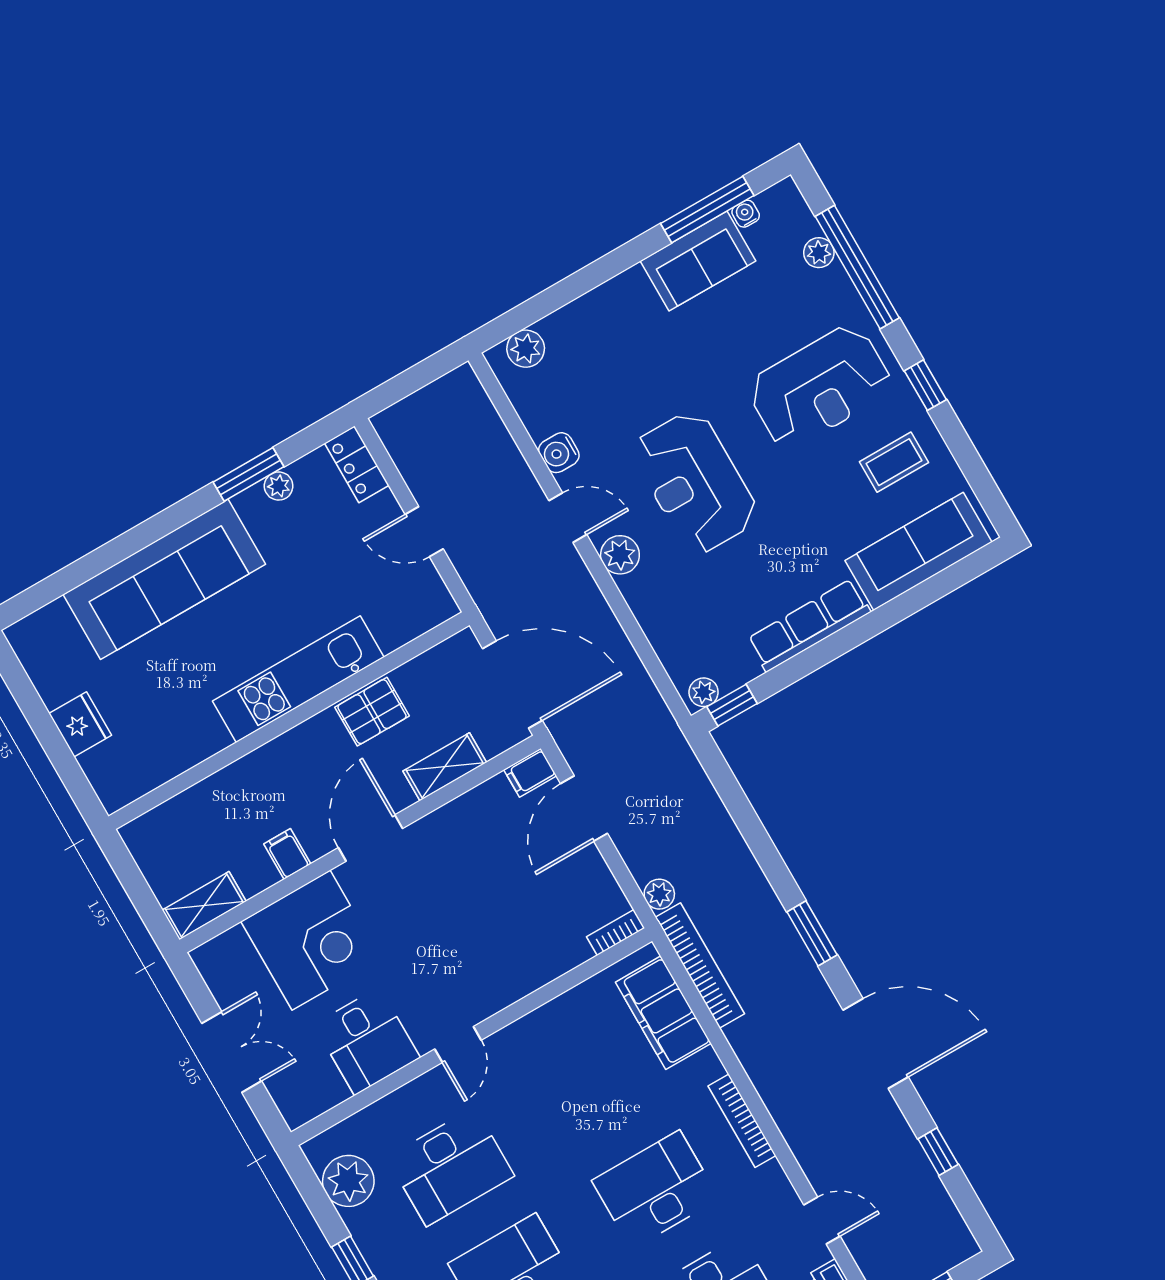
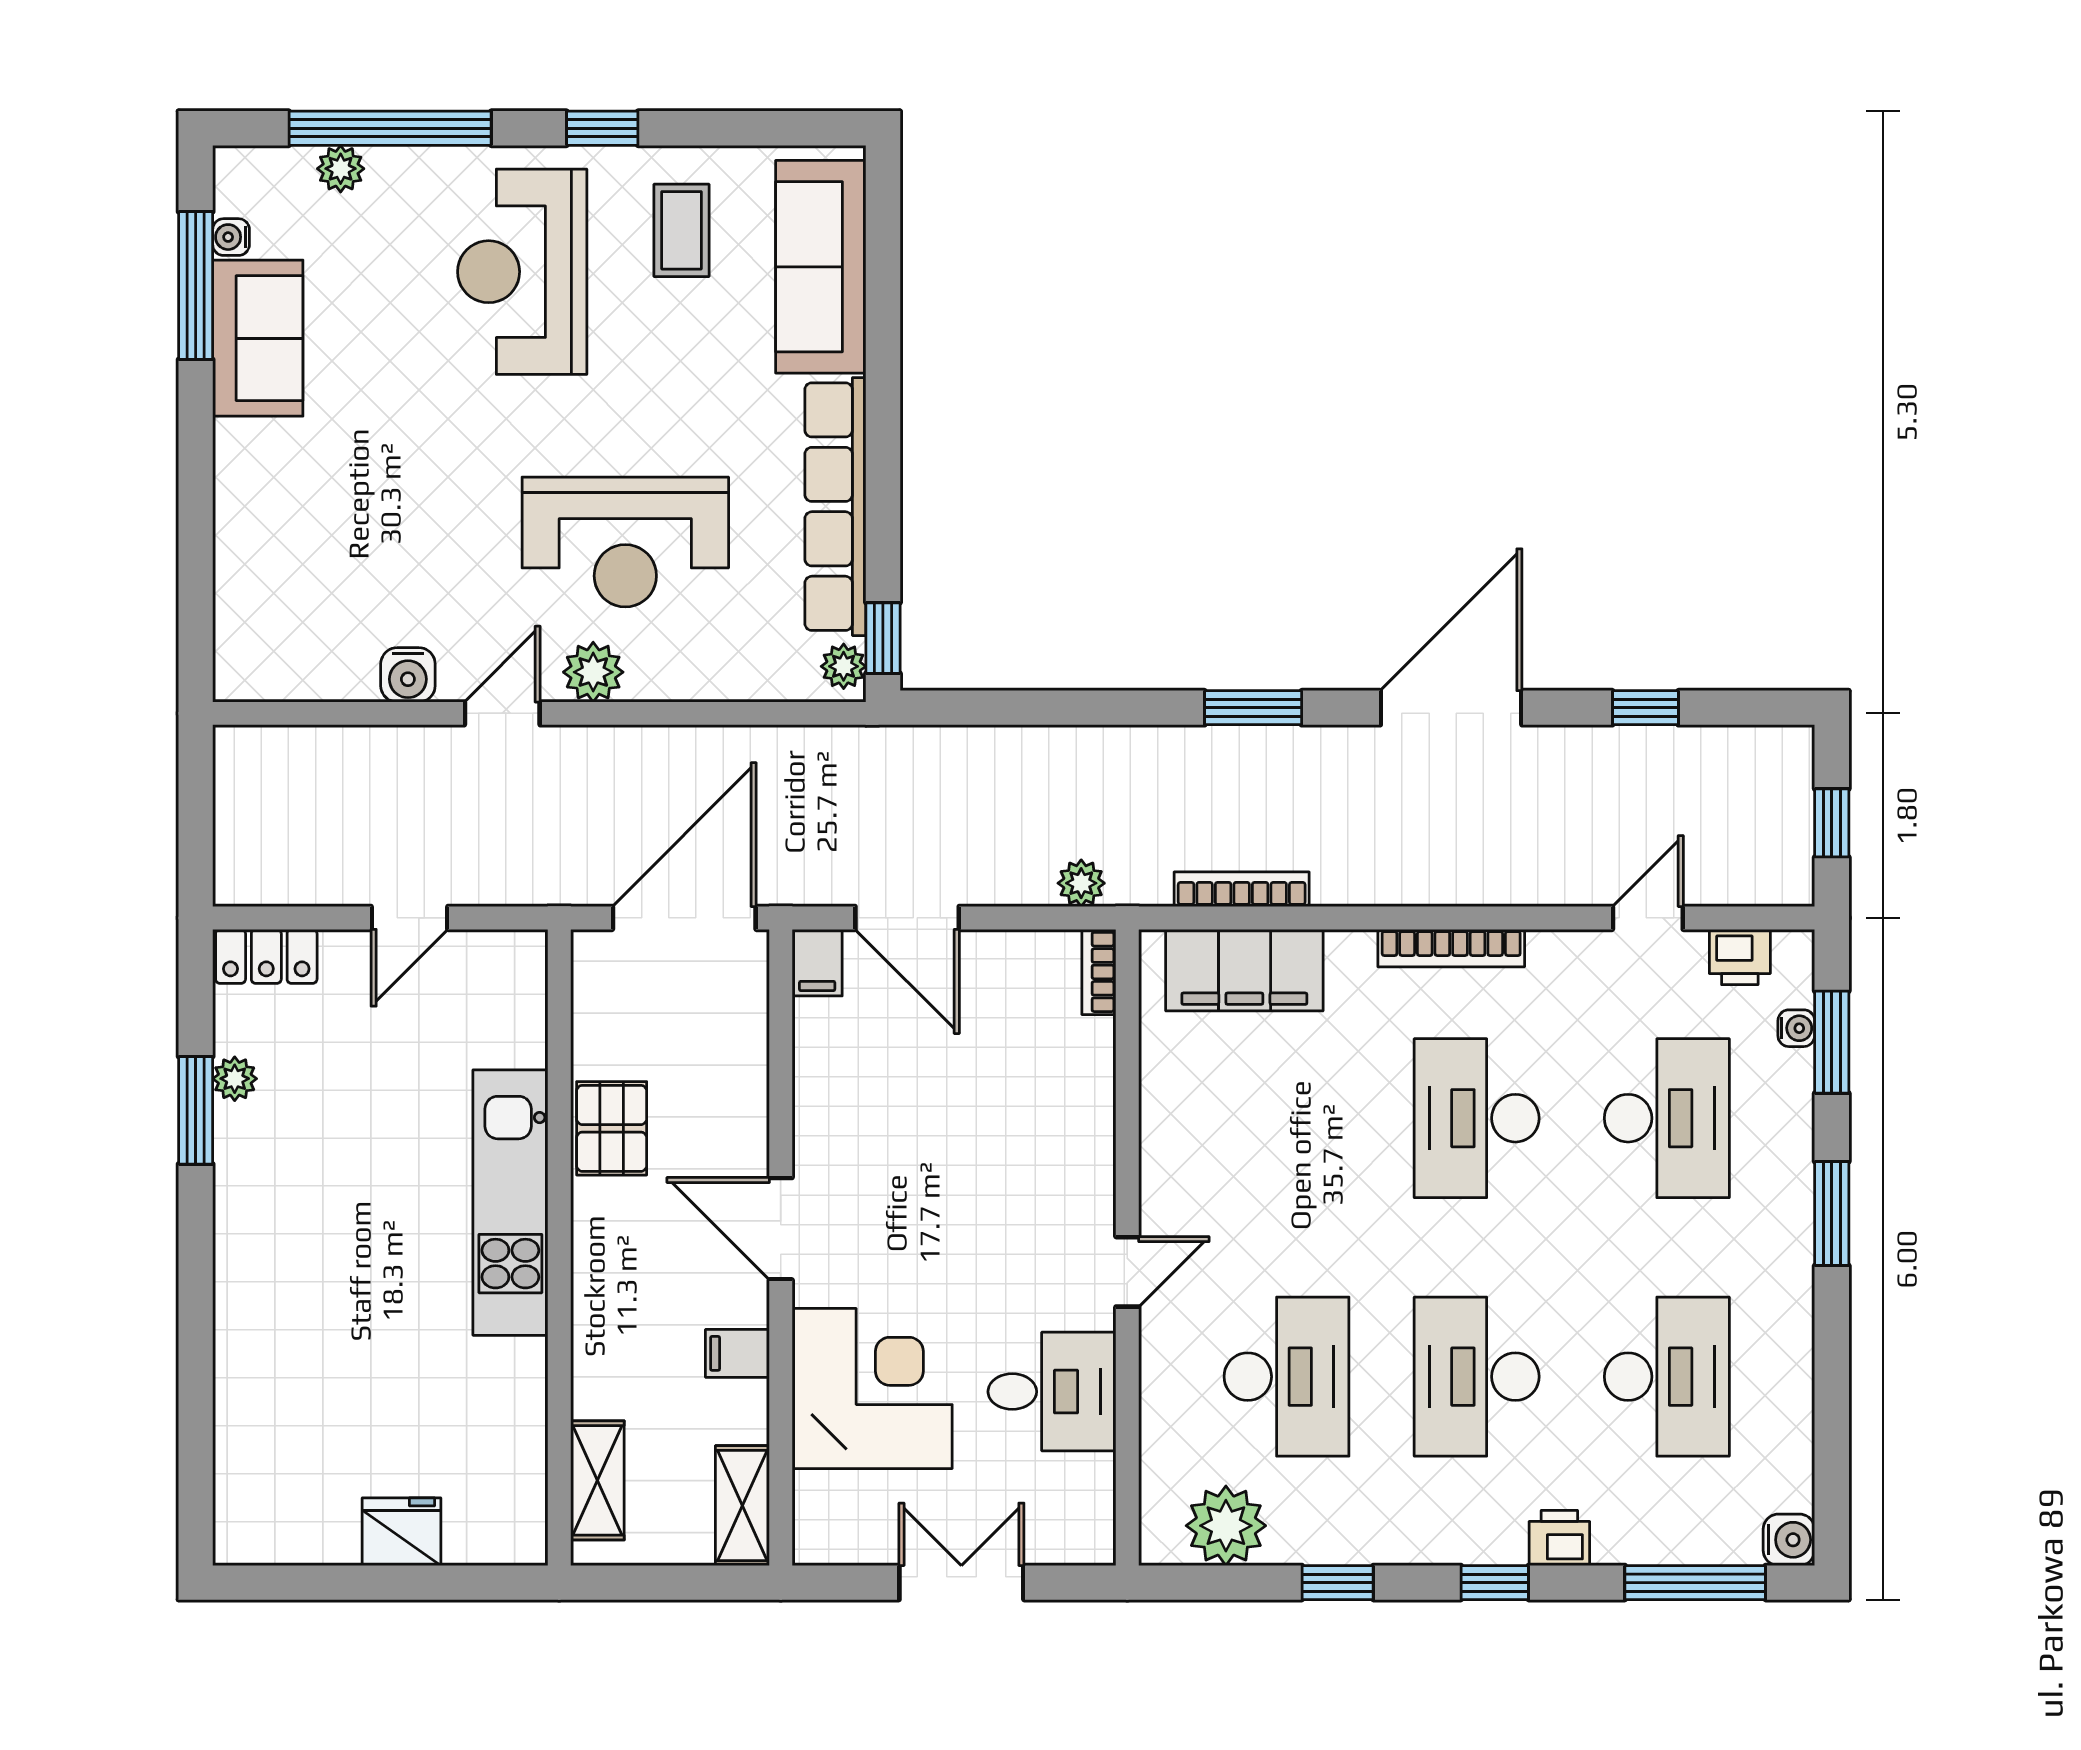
plant: (526, 349) -> (242, 639), removed
reception desk: (820, 387) -> (522, 272), turned 180
reception desk: (695, 482) -> (625, 542), moved
sofa: (164, 579) -> (271, 1305), removed
row of seats: (809, 625) -> (835, 507), width x1.36
shelving: (445, 767) -> (597, 1480), moved
bookcase: (700, 966) -> (1242, 889), width x0.68, depth x0.76
door: (458, 1045) -> (1127, 1272), hinge flipped

